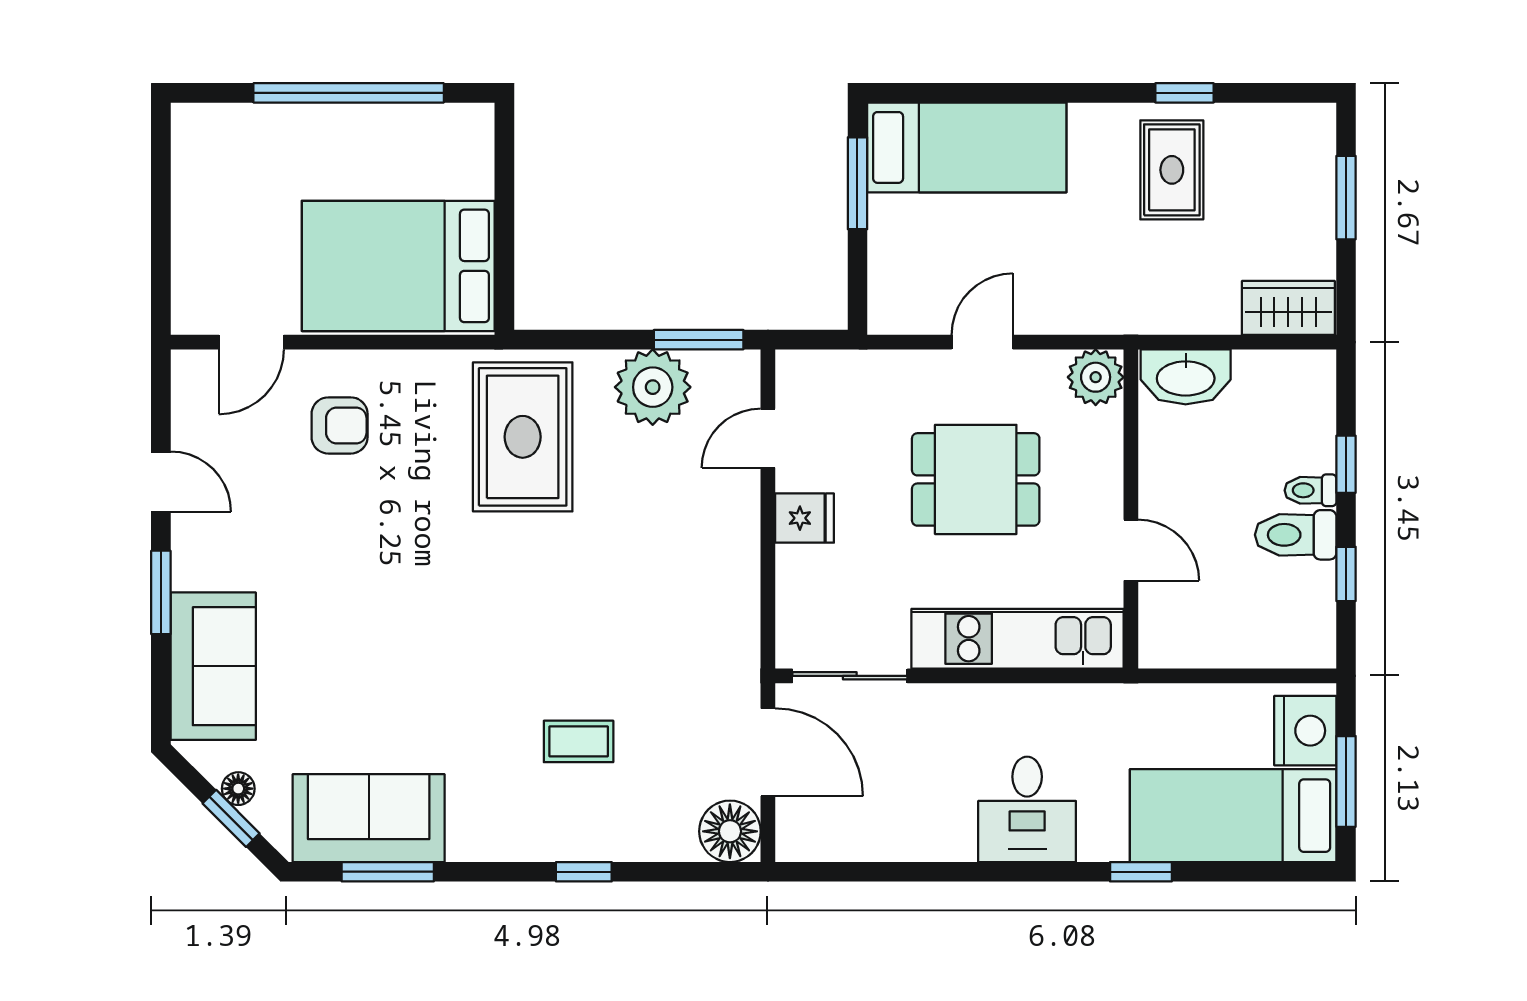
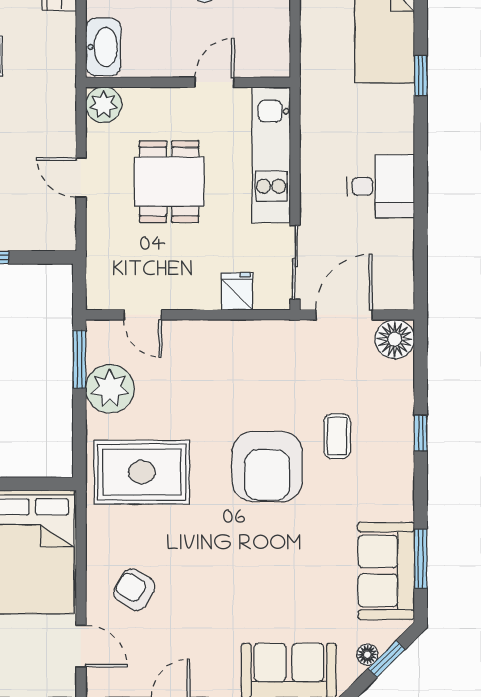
armchair: (340, 425) -> (134, 590), turned -58
fridge: (805, 518) -> (237, 291), moved
armchair: (531, 632) -> (267, 467), added
desk: (1027, 809) -> (381, 186), moved

